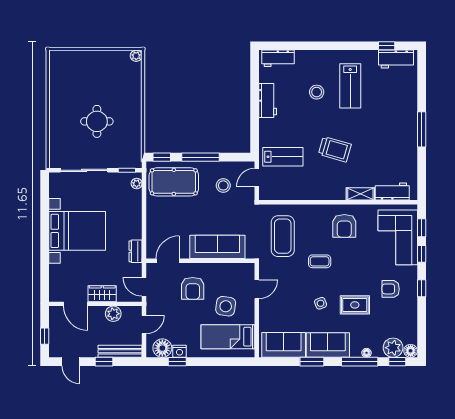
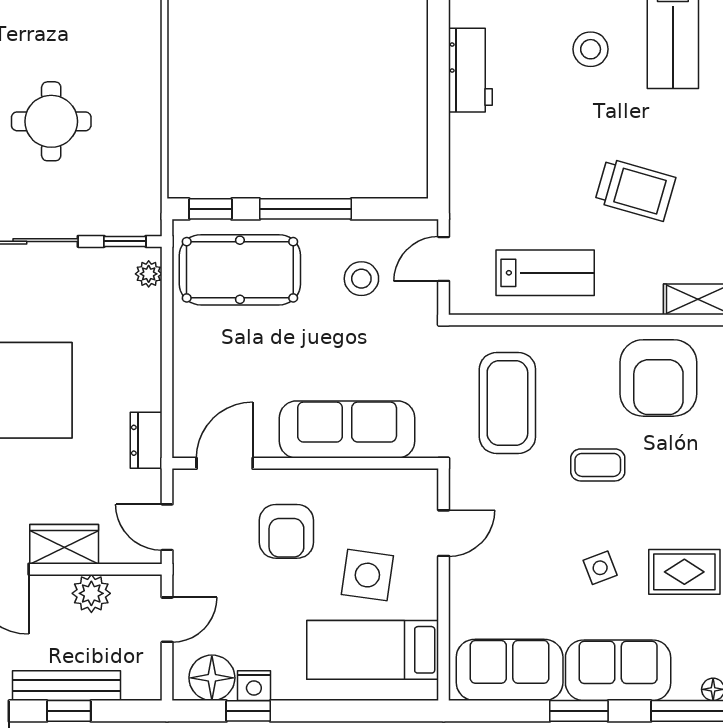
lab bench: (283, 157) -> (545, 273), moved
armchair: (344, 226) -> (658, 378), width x1.36, depth x1.36
bench: (120, 351) -> (67, 686), moved

